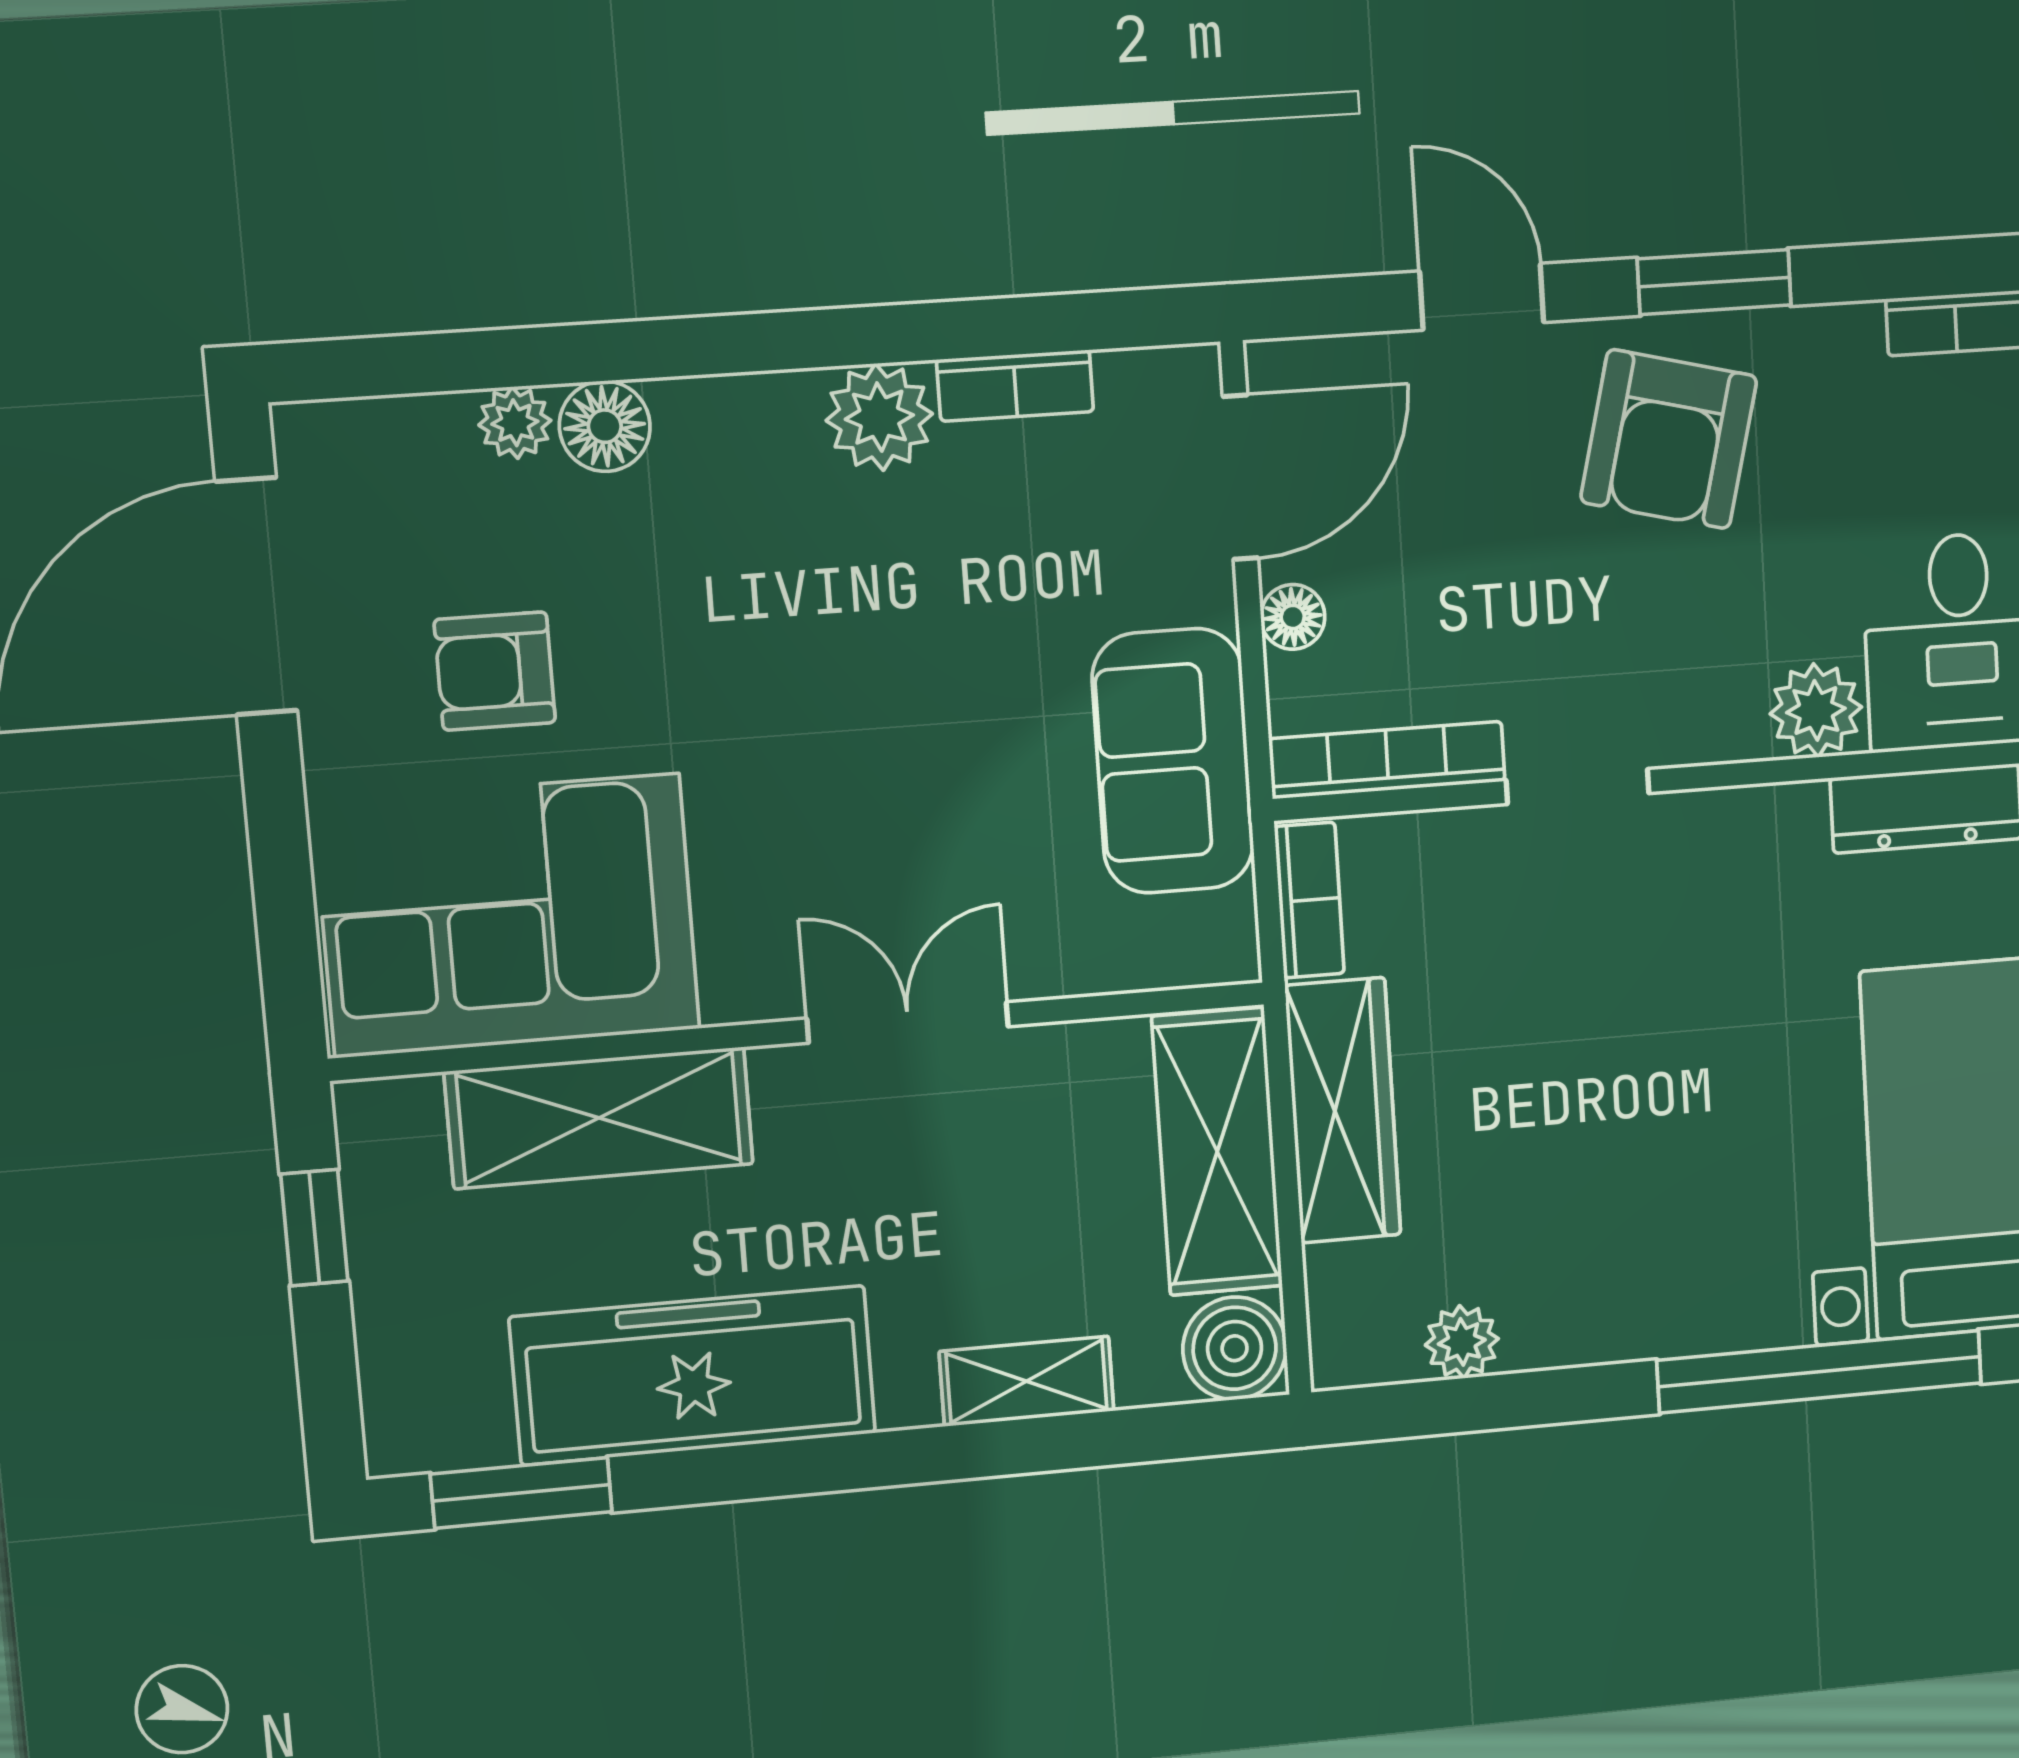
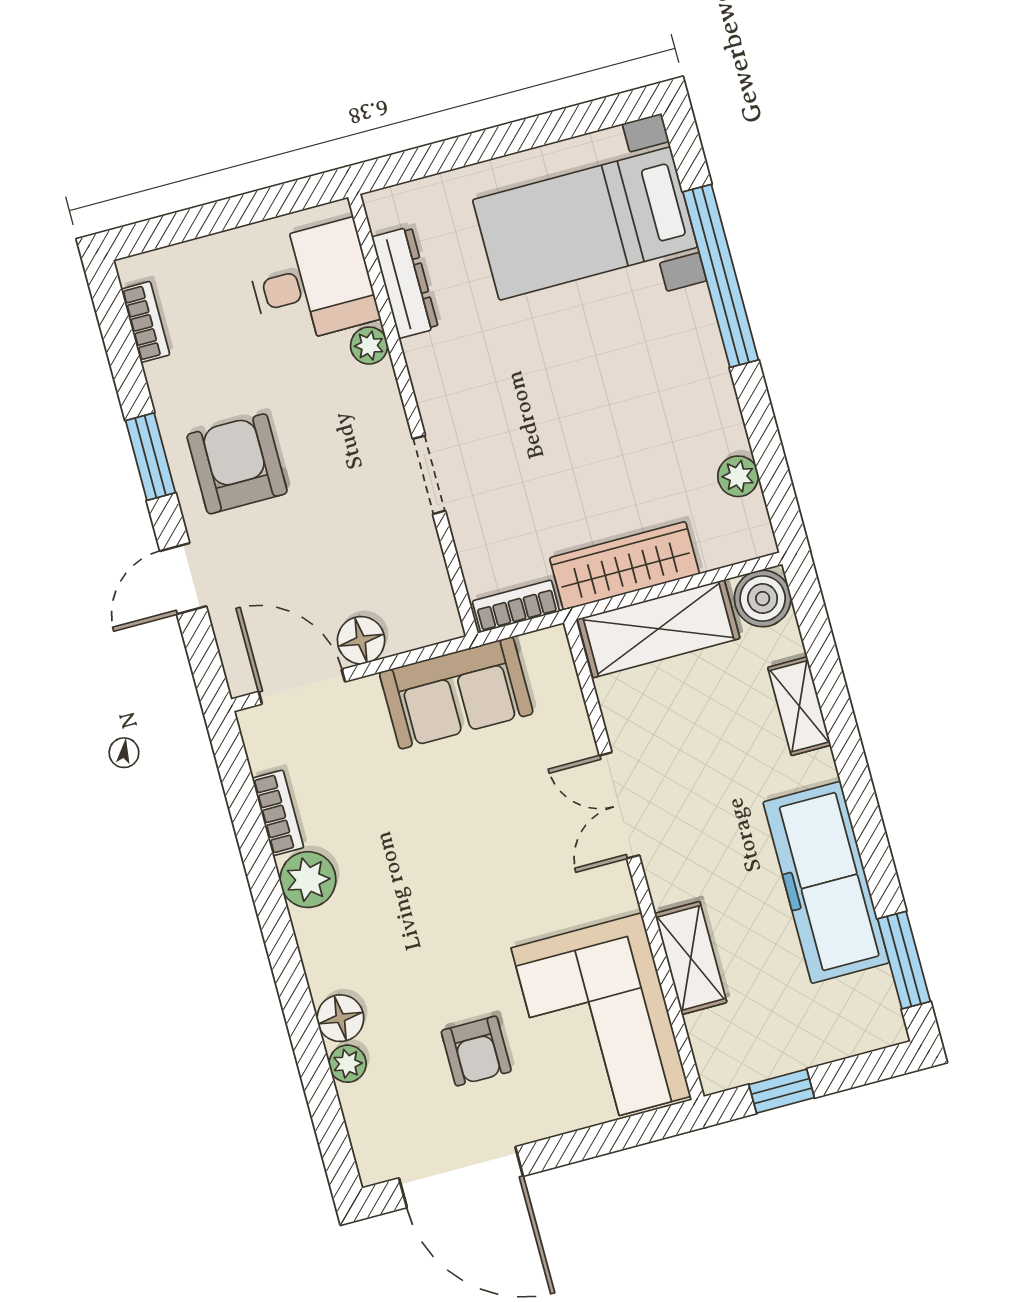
armchair: (1669, 439) -> (237, 464), turned -104
floor lamp: (1293, 617) -> (361, 640), width x1.37, depth x1.37
plant: (1816, 710) -> (369, 346), width x0.73, depth x0.73
bookcase: (1387, 760) -> (434, 580), removed
shelving: (599, 1118) -> (691, 958), width x0.67, depth x0.75

